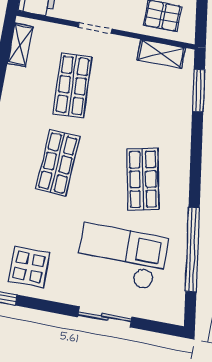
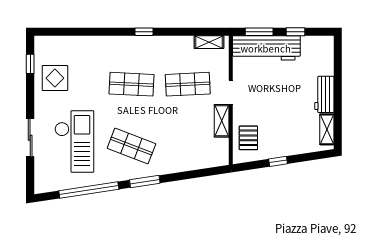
shelving: (161, 54) -> (222, 121), moved
window: (199, 91) -> (145, 182), moved
shop shelf: (143, 179) -> (131, 146), turned 33

